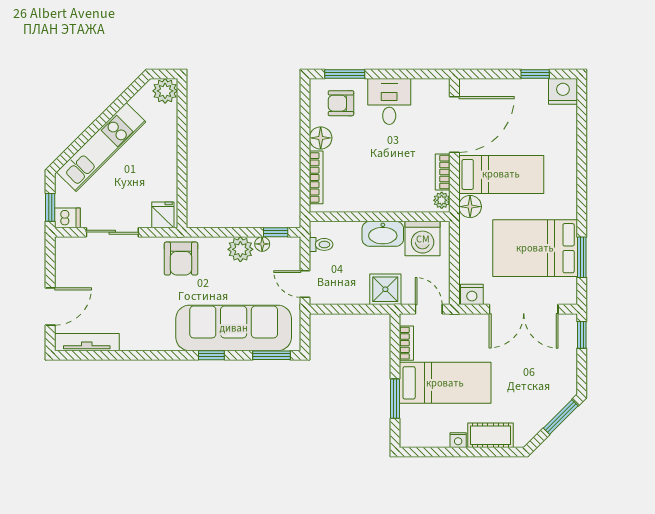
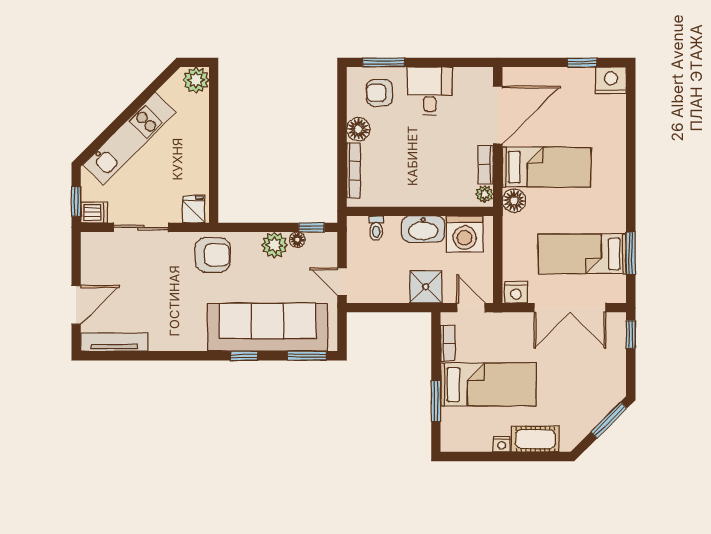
toilet: (321, 244) -> (376, 228), moved, turned 90
bed: (535, 248) -> (582, 254), width x0.67
armchair: (181, 259) -> (213, 255), turned -90

